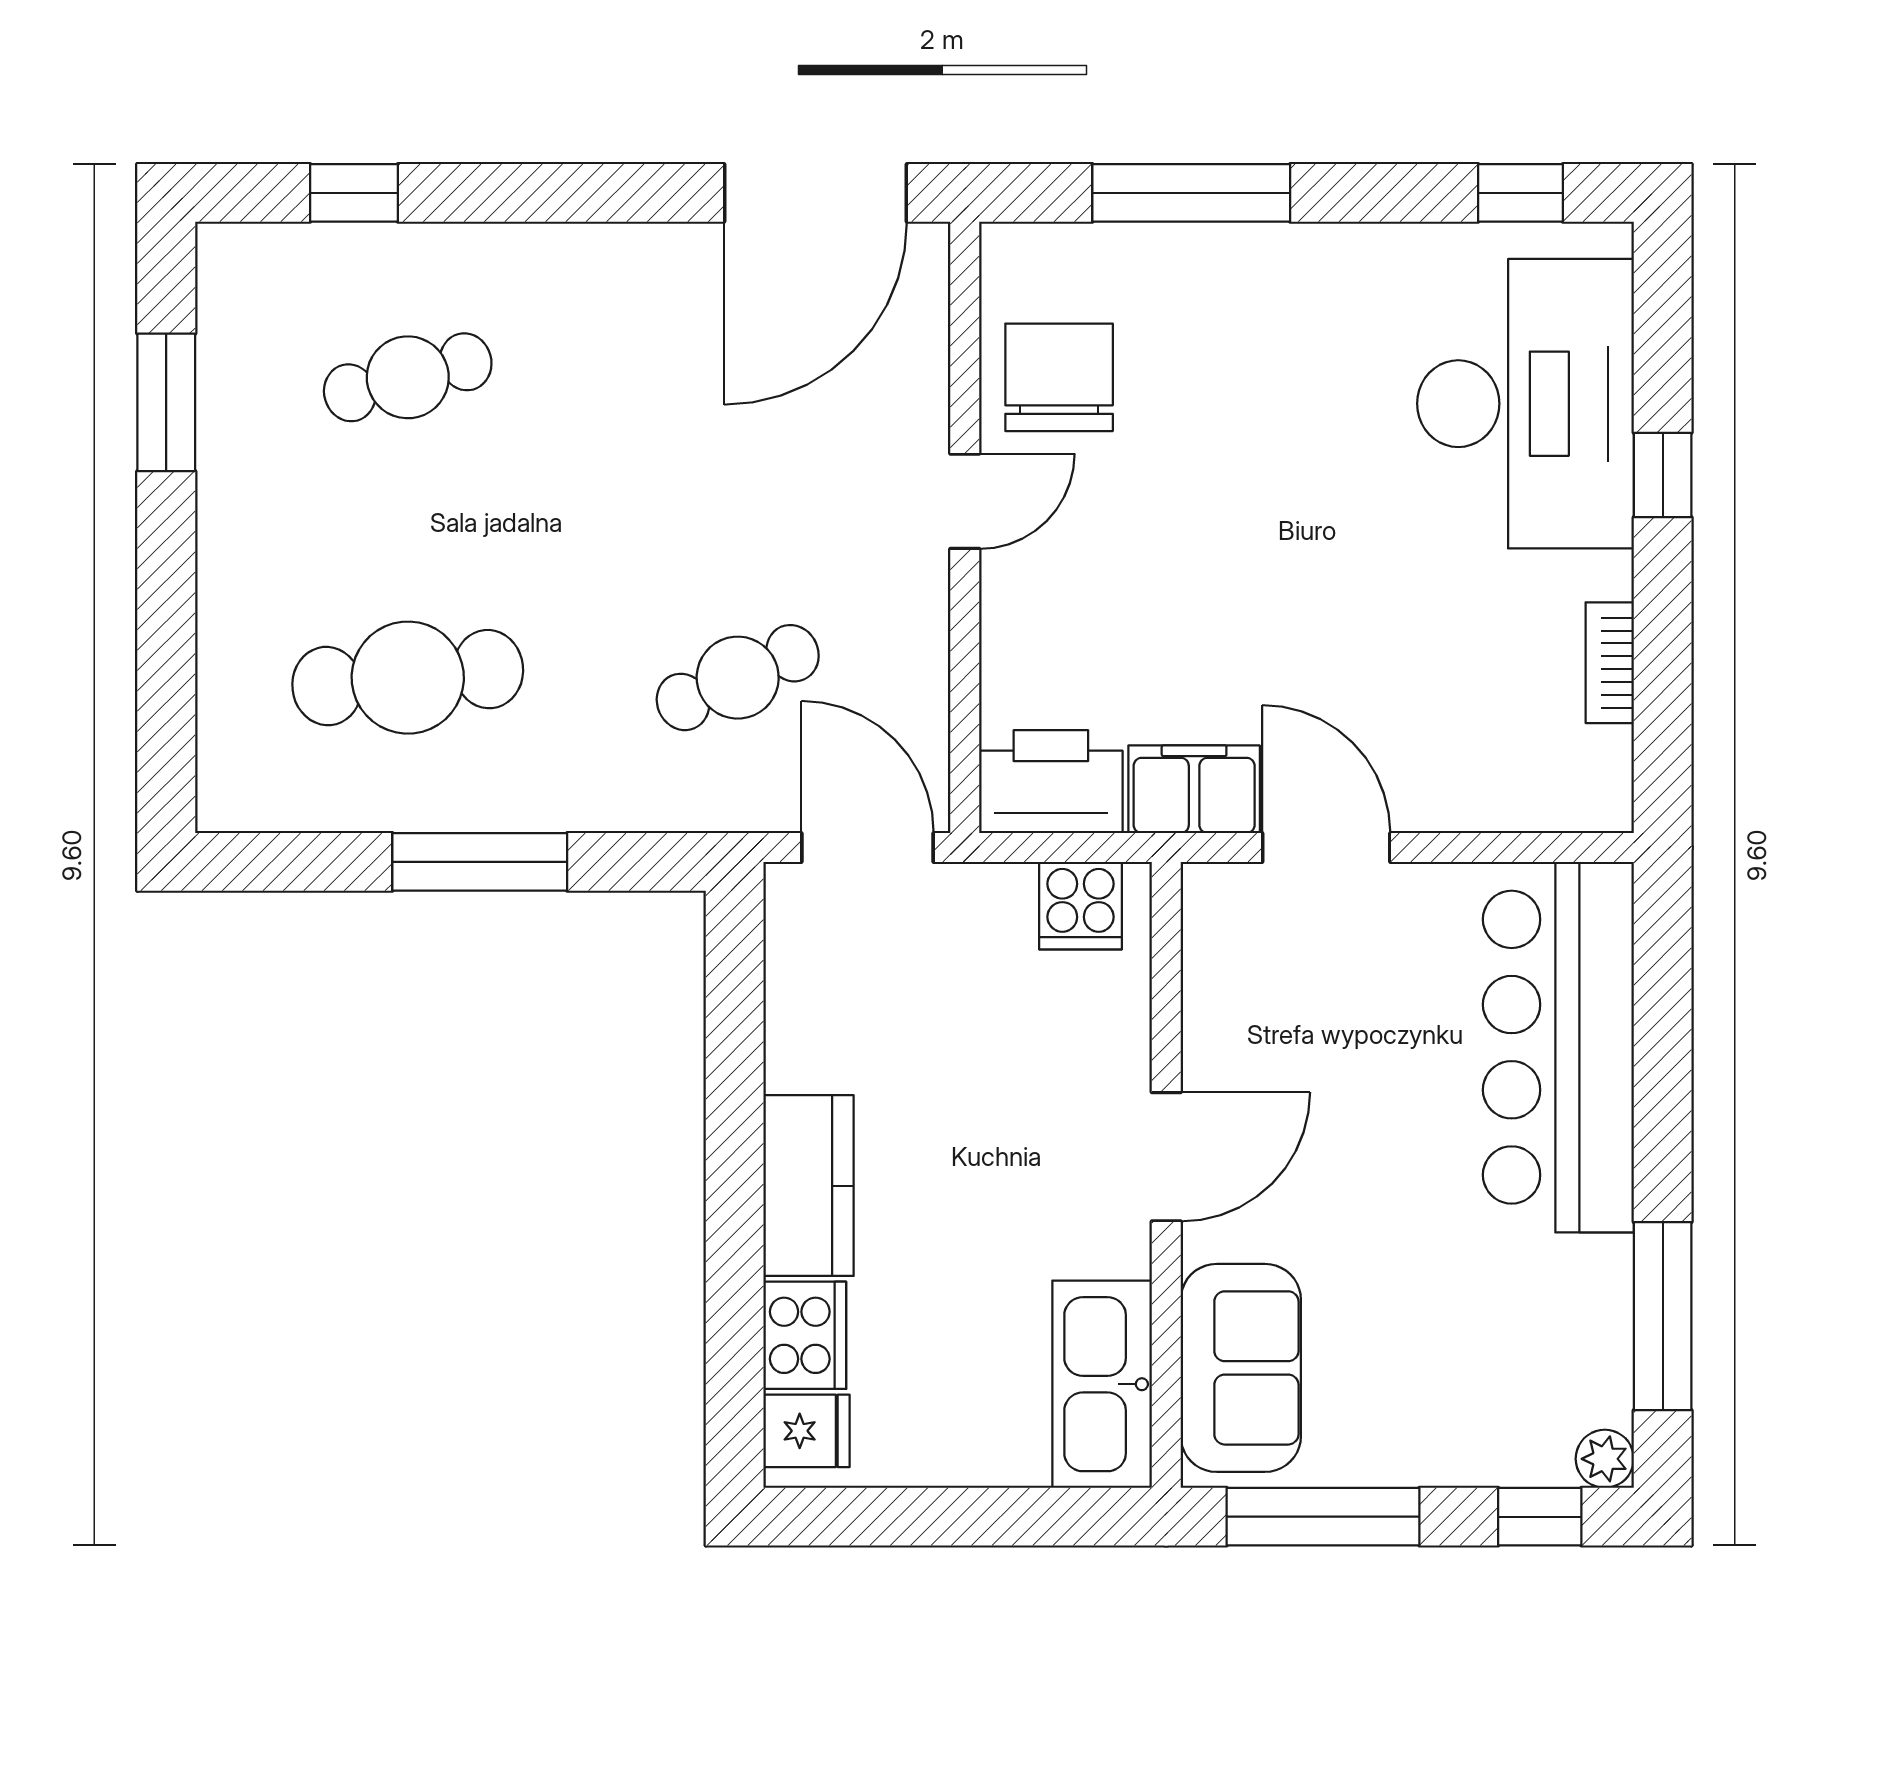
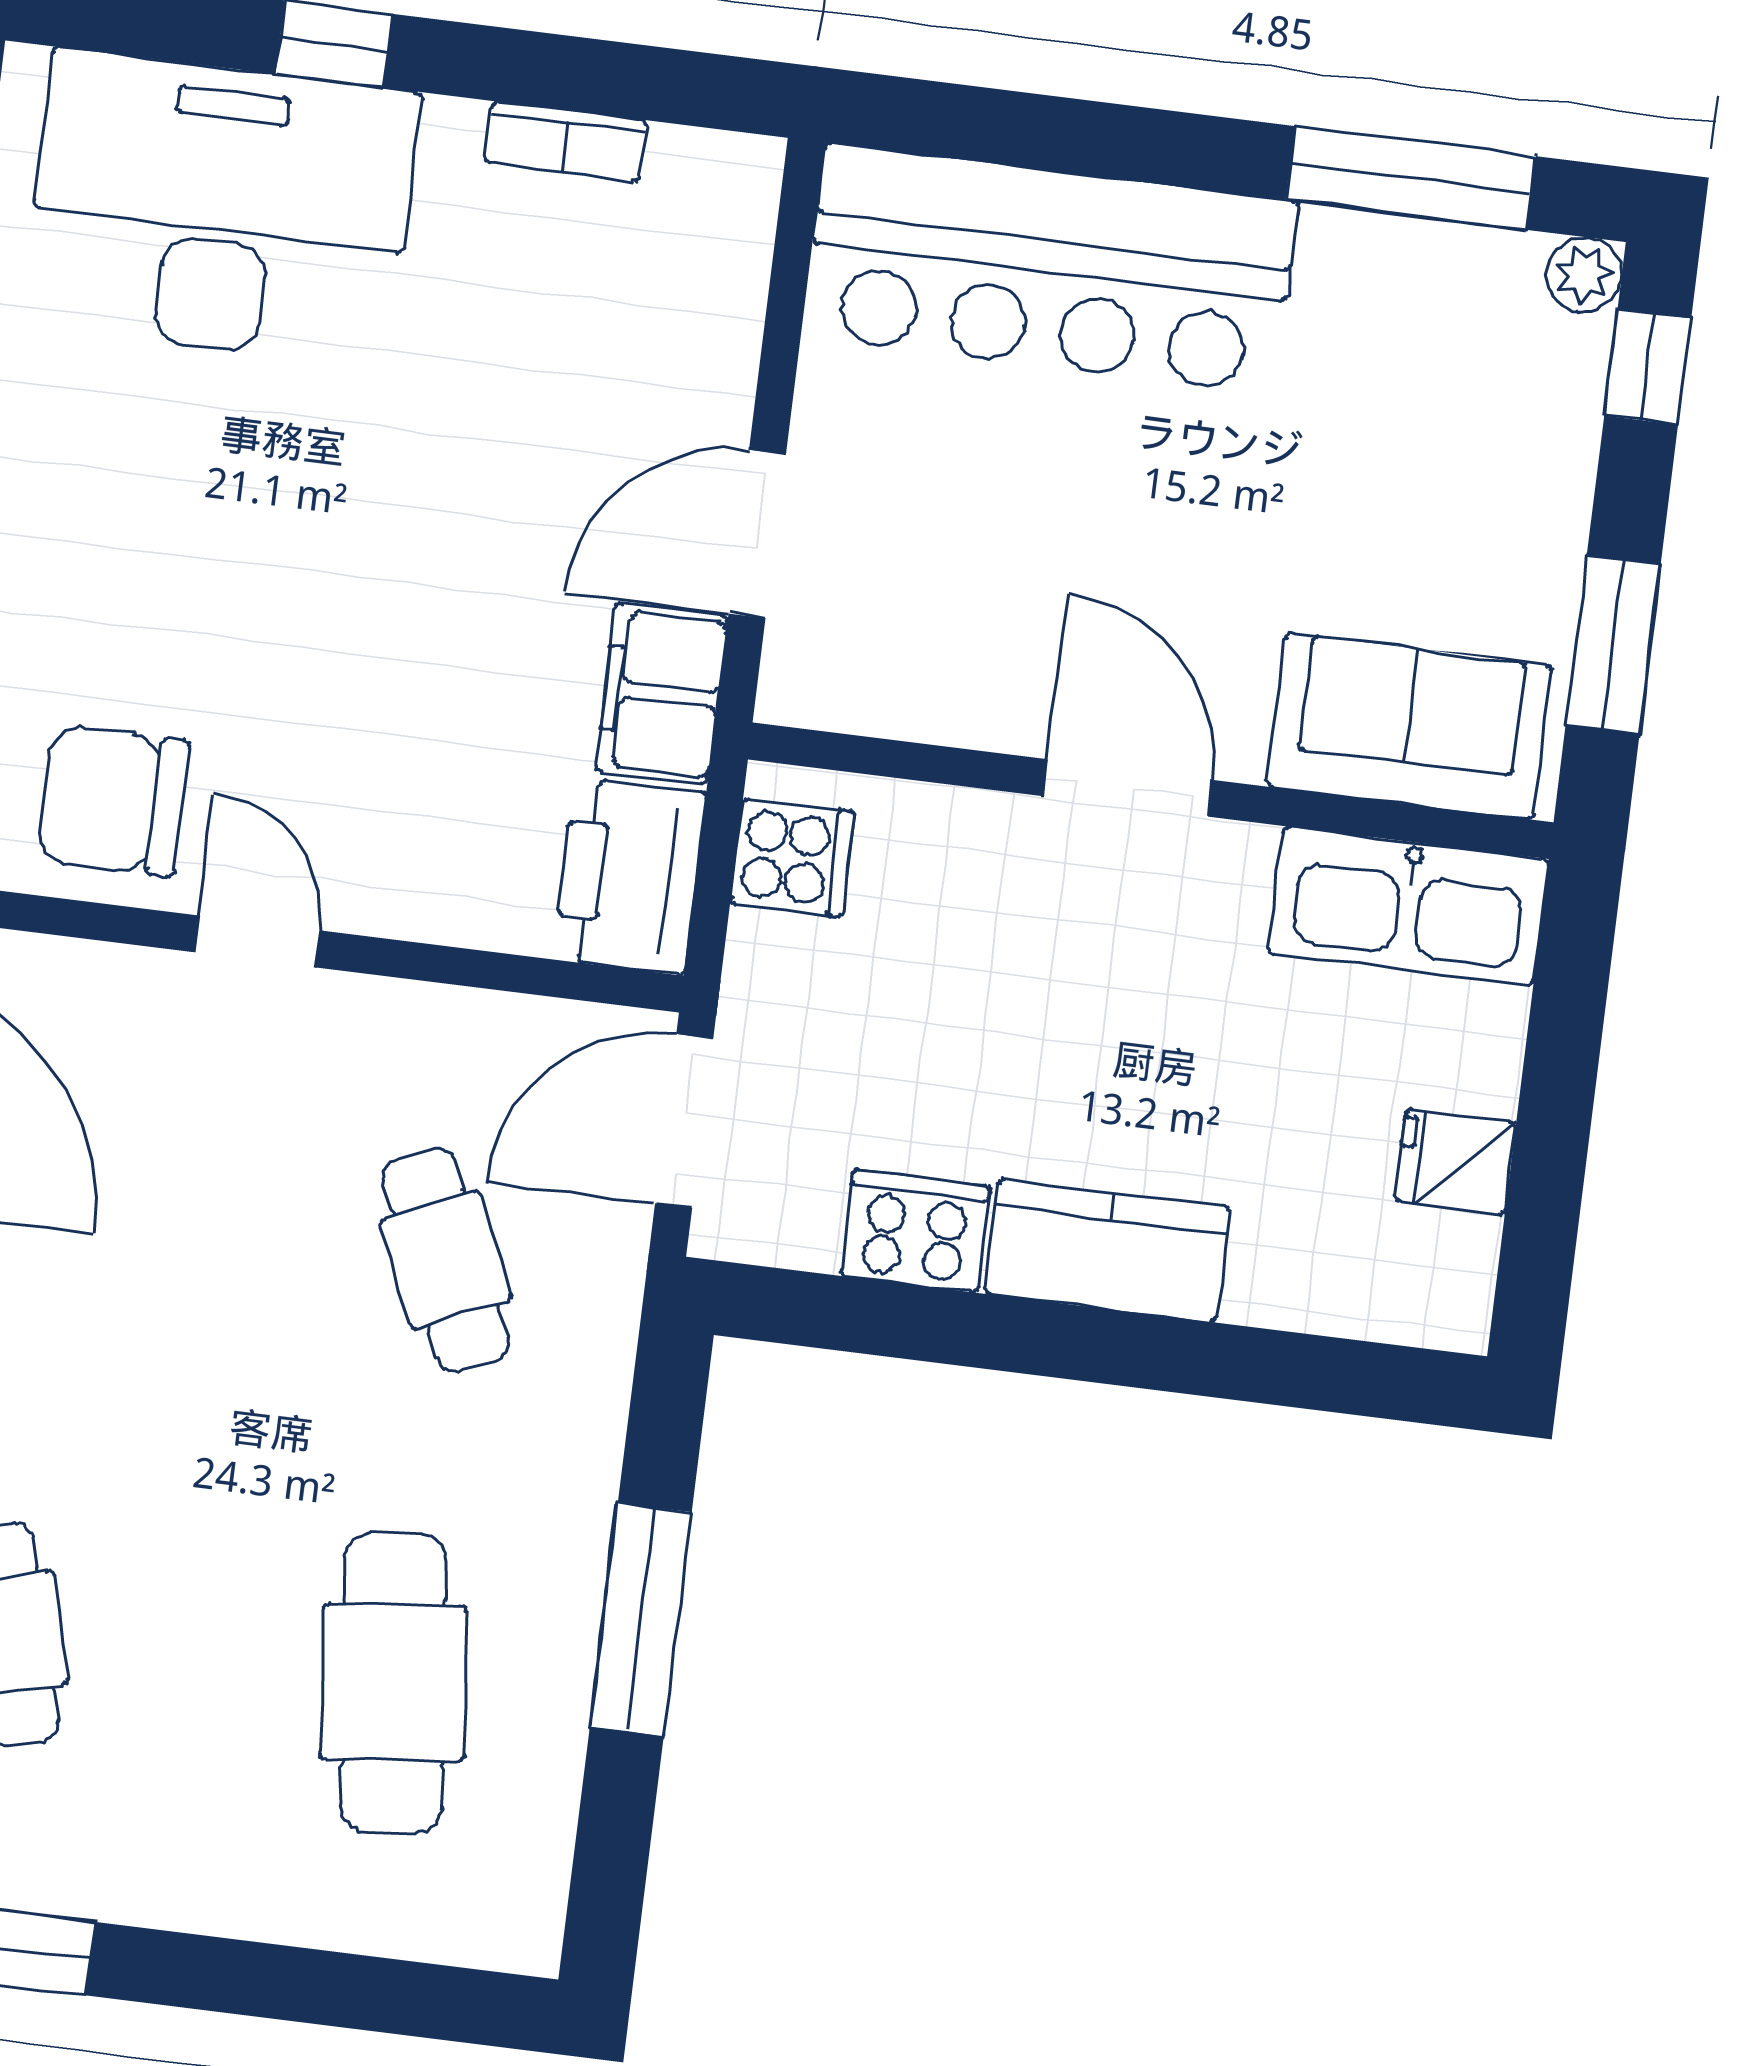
cooker: (805, 1335) -> (915, 1231), moved
fridge: (807, 1431) -> (1455, 1162), moved, turned -90
window: (1323, 1517) -> (1613, 645), width x0.69

